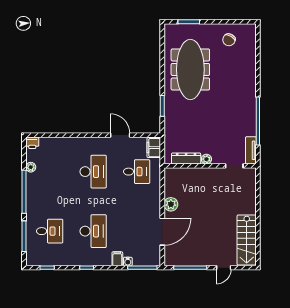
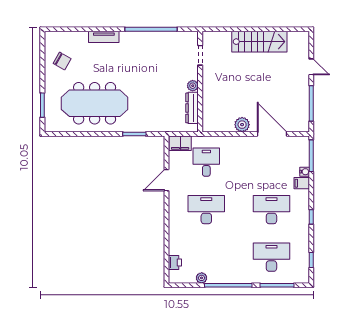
printer: (32, 143) -> (175, 263), moved
tv unit: (251, 150) -> (104, 37), moved
desk: (50, 231) -> (271, 257), width x1.37
stairs: (247, 240) -> (259, 42), moved

